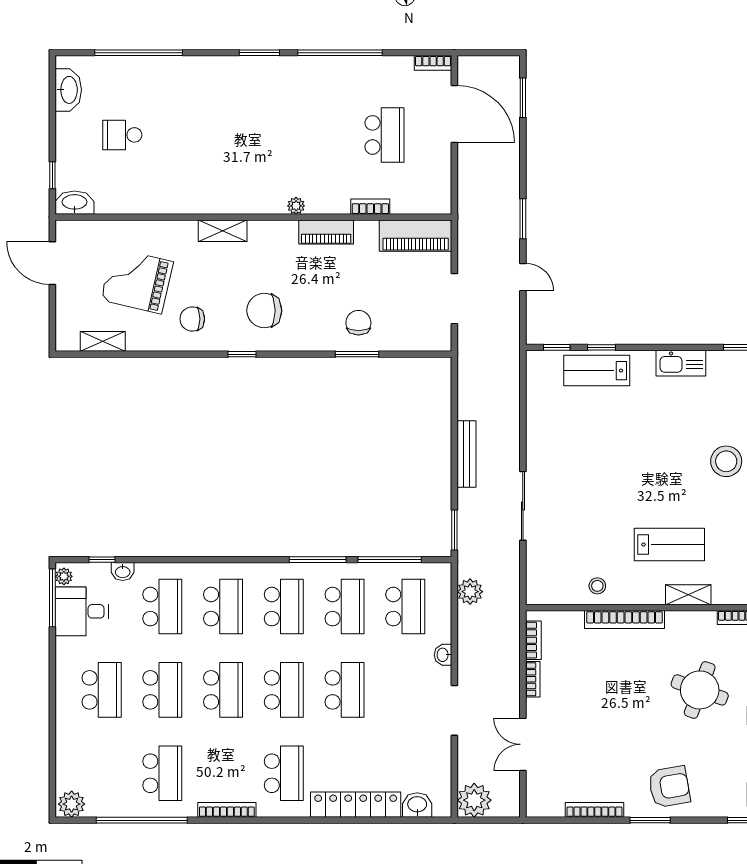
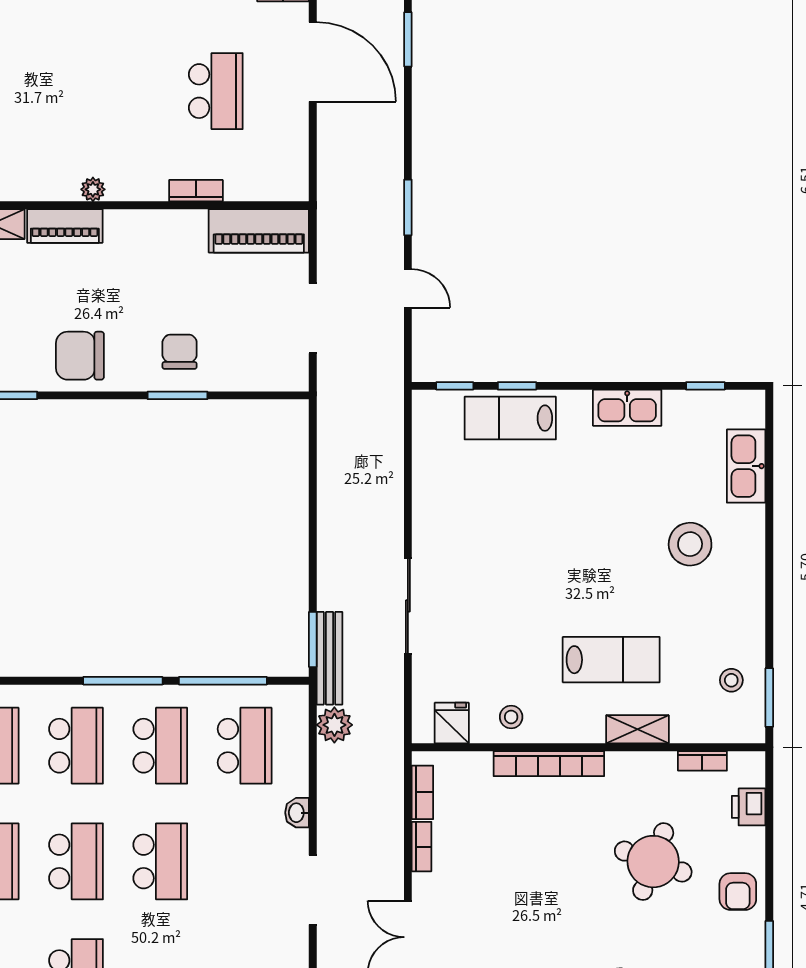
piano: (326, 232) -> (65, 226), moved
chair: (264, 311) -> (80, 356), moved
bench: (466, 454) -> (330, 658), moved
fridge: (555, 590) -> (452, 723), added

